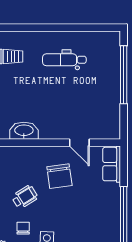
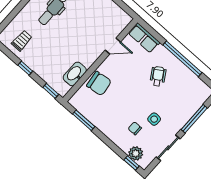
chair: (59, 176) -> (99, 83), moved
wheelchair: (25, 197) -> (158, 76), moved

